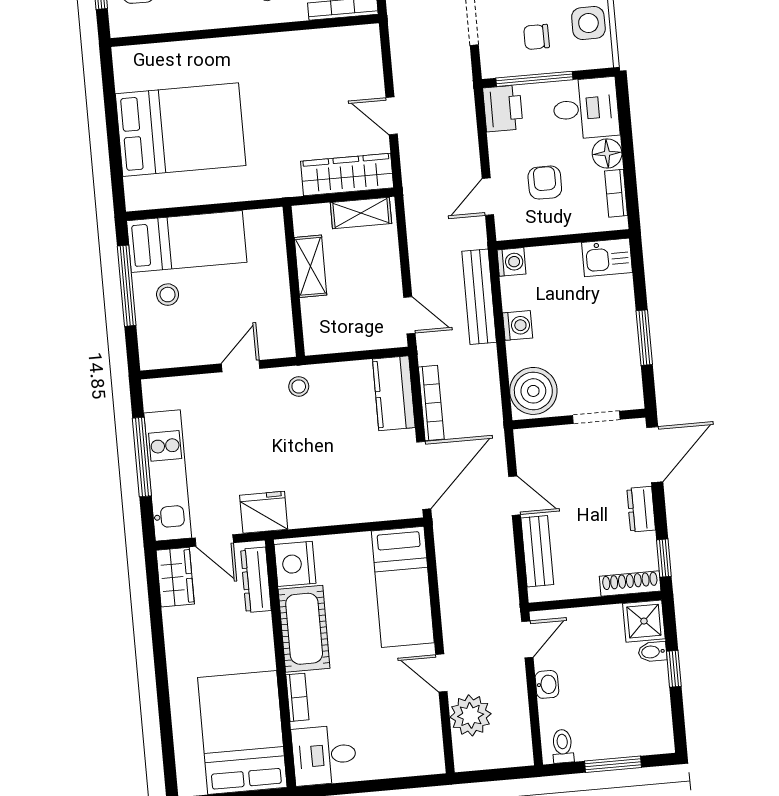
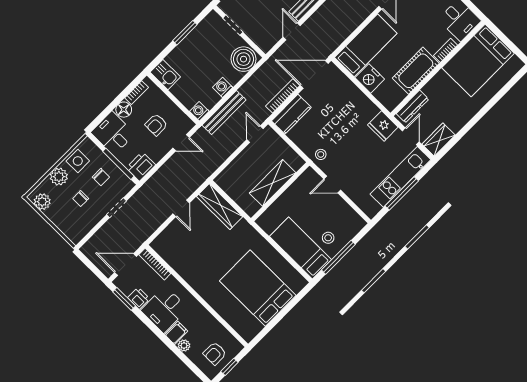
shelving: (361, 213) -> (230, 188), removed
shelving: (310, 266) -> (273, 183), width x1.50, depth x1.33
nightstand: (295, 564) -> (370, 78), moved, turned 90

